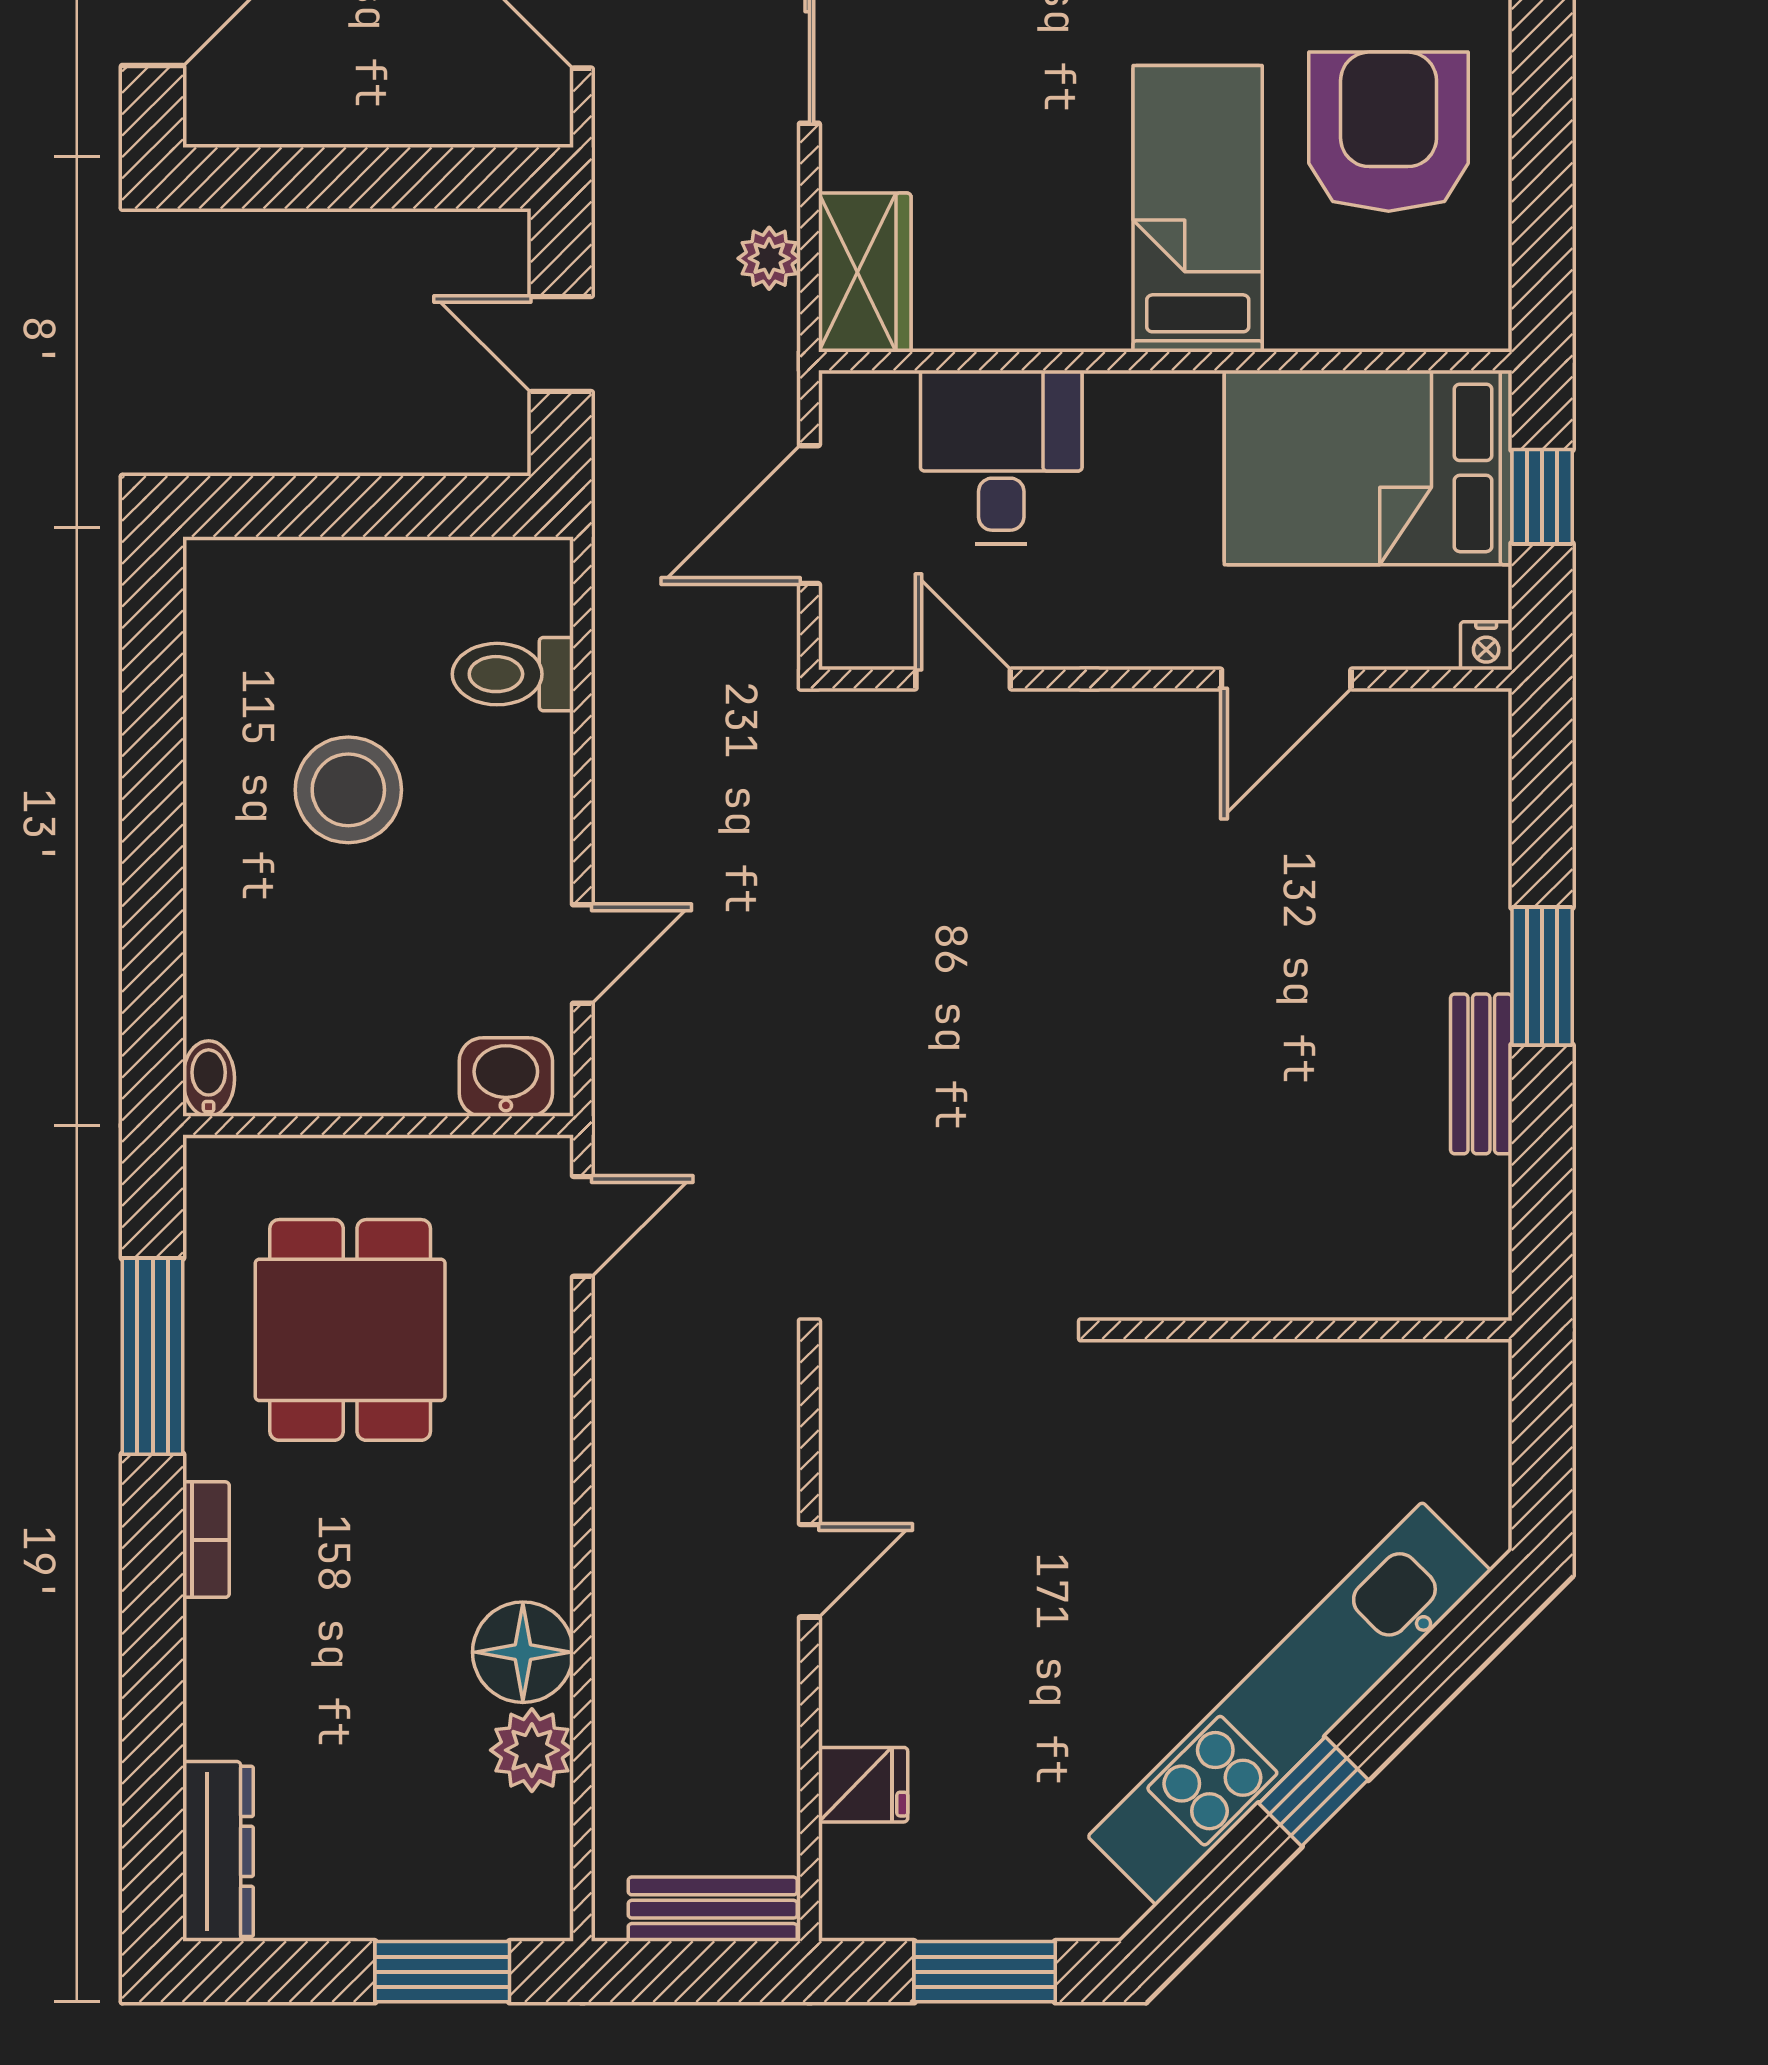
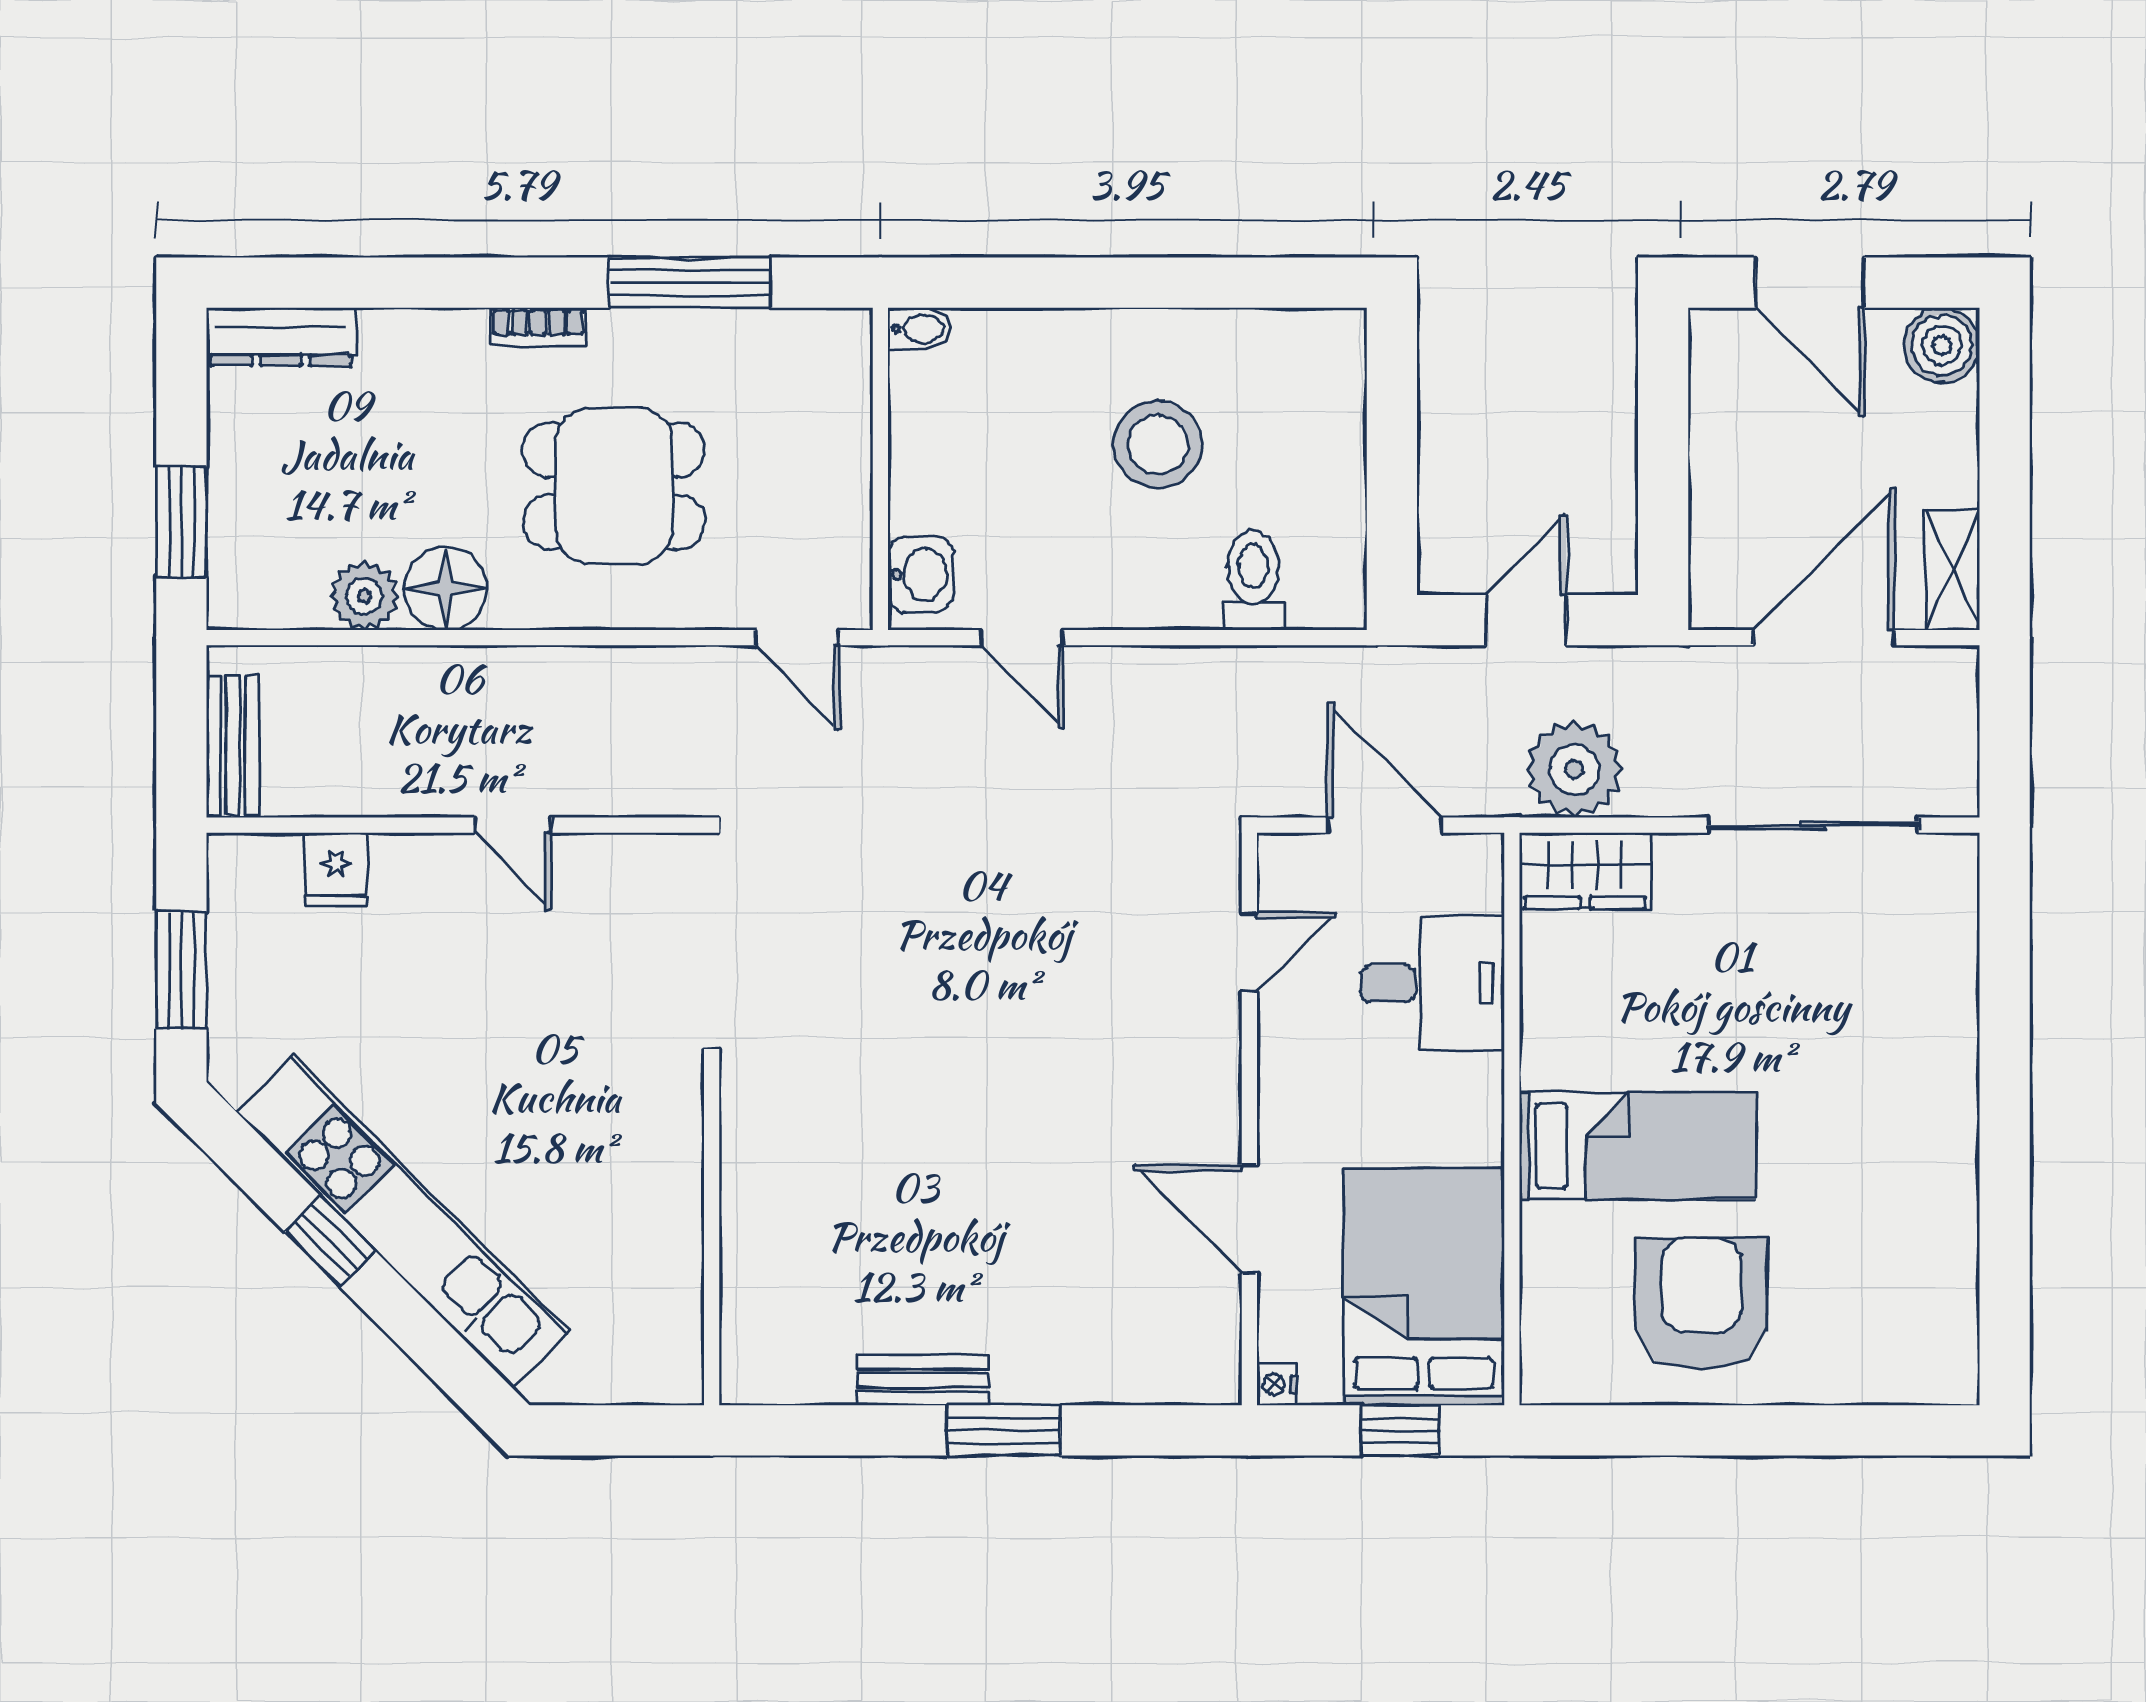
armchair: (1389, 132) -> (1701, 1304), turned -90
plant: (769, 258) -> (1574, 769), width x1.88, depth x1.88
dining table: (350, 1330) -> (614, 486), moved

